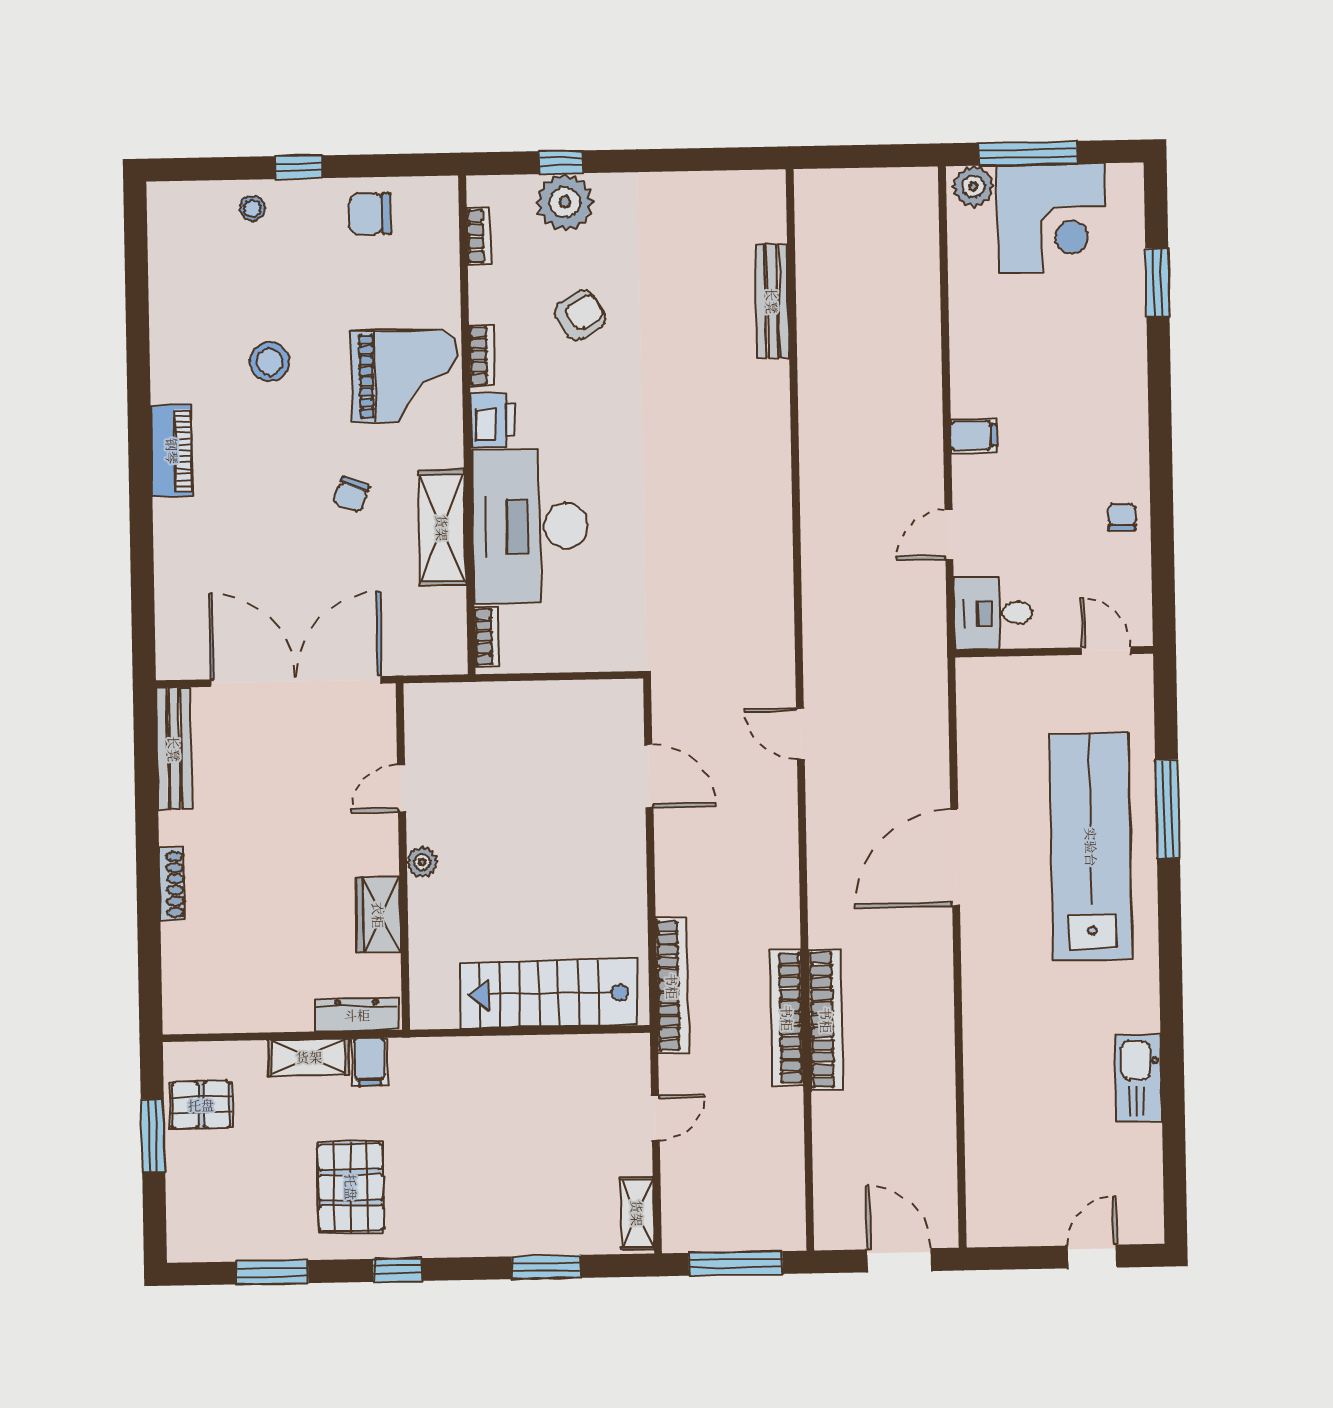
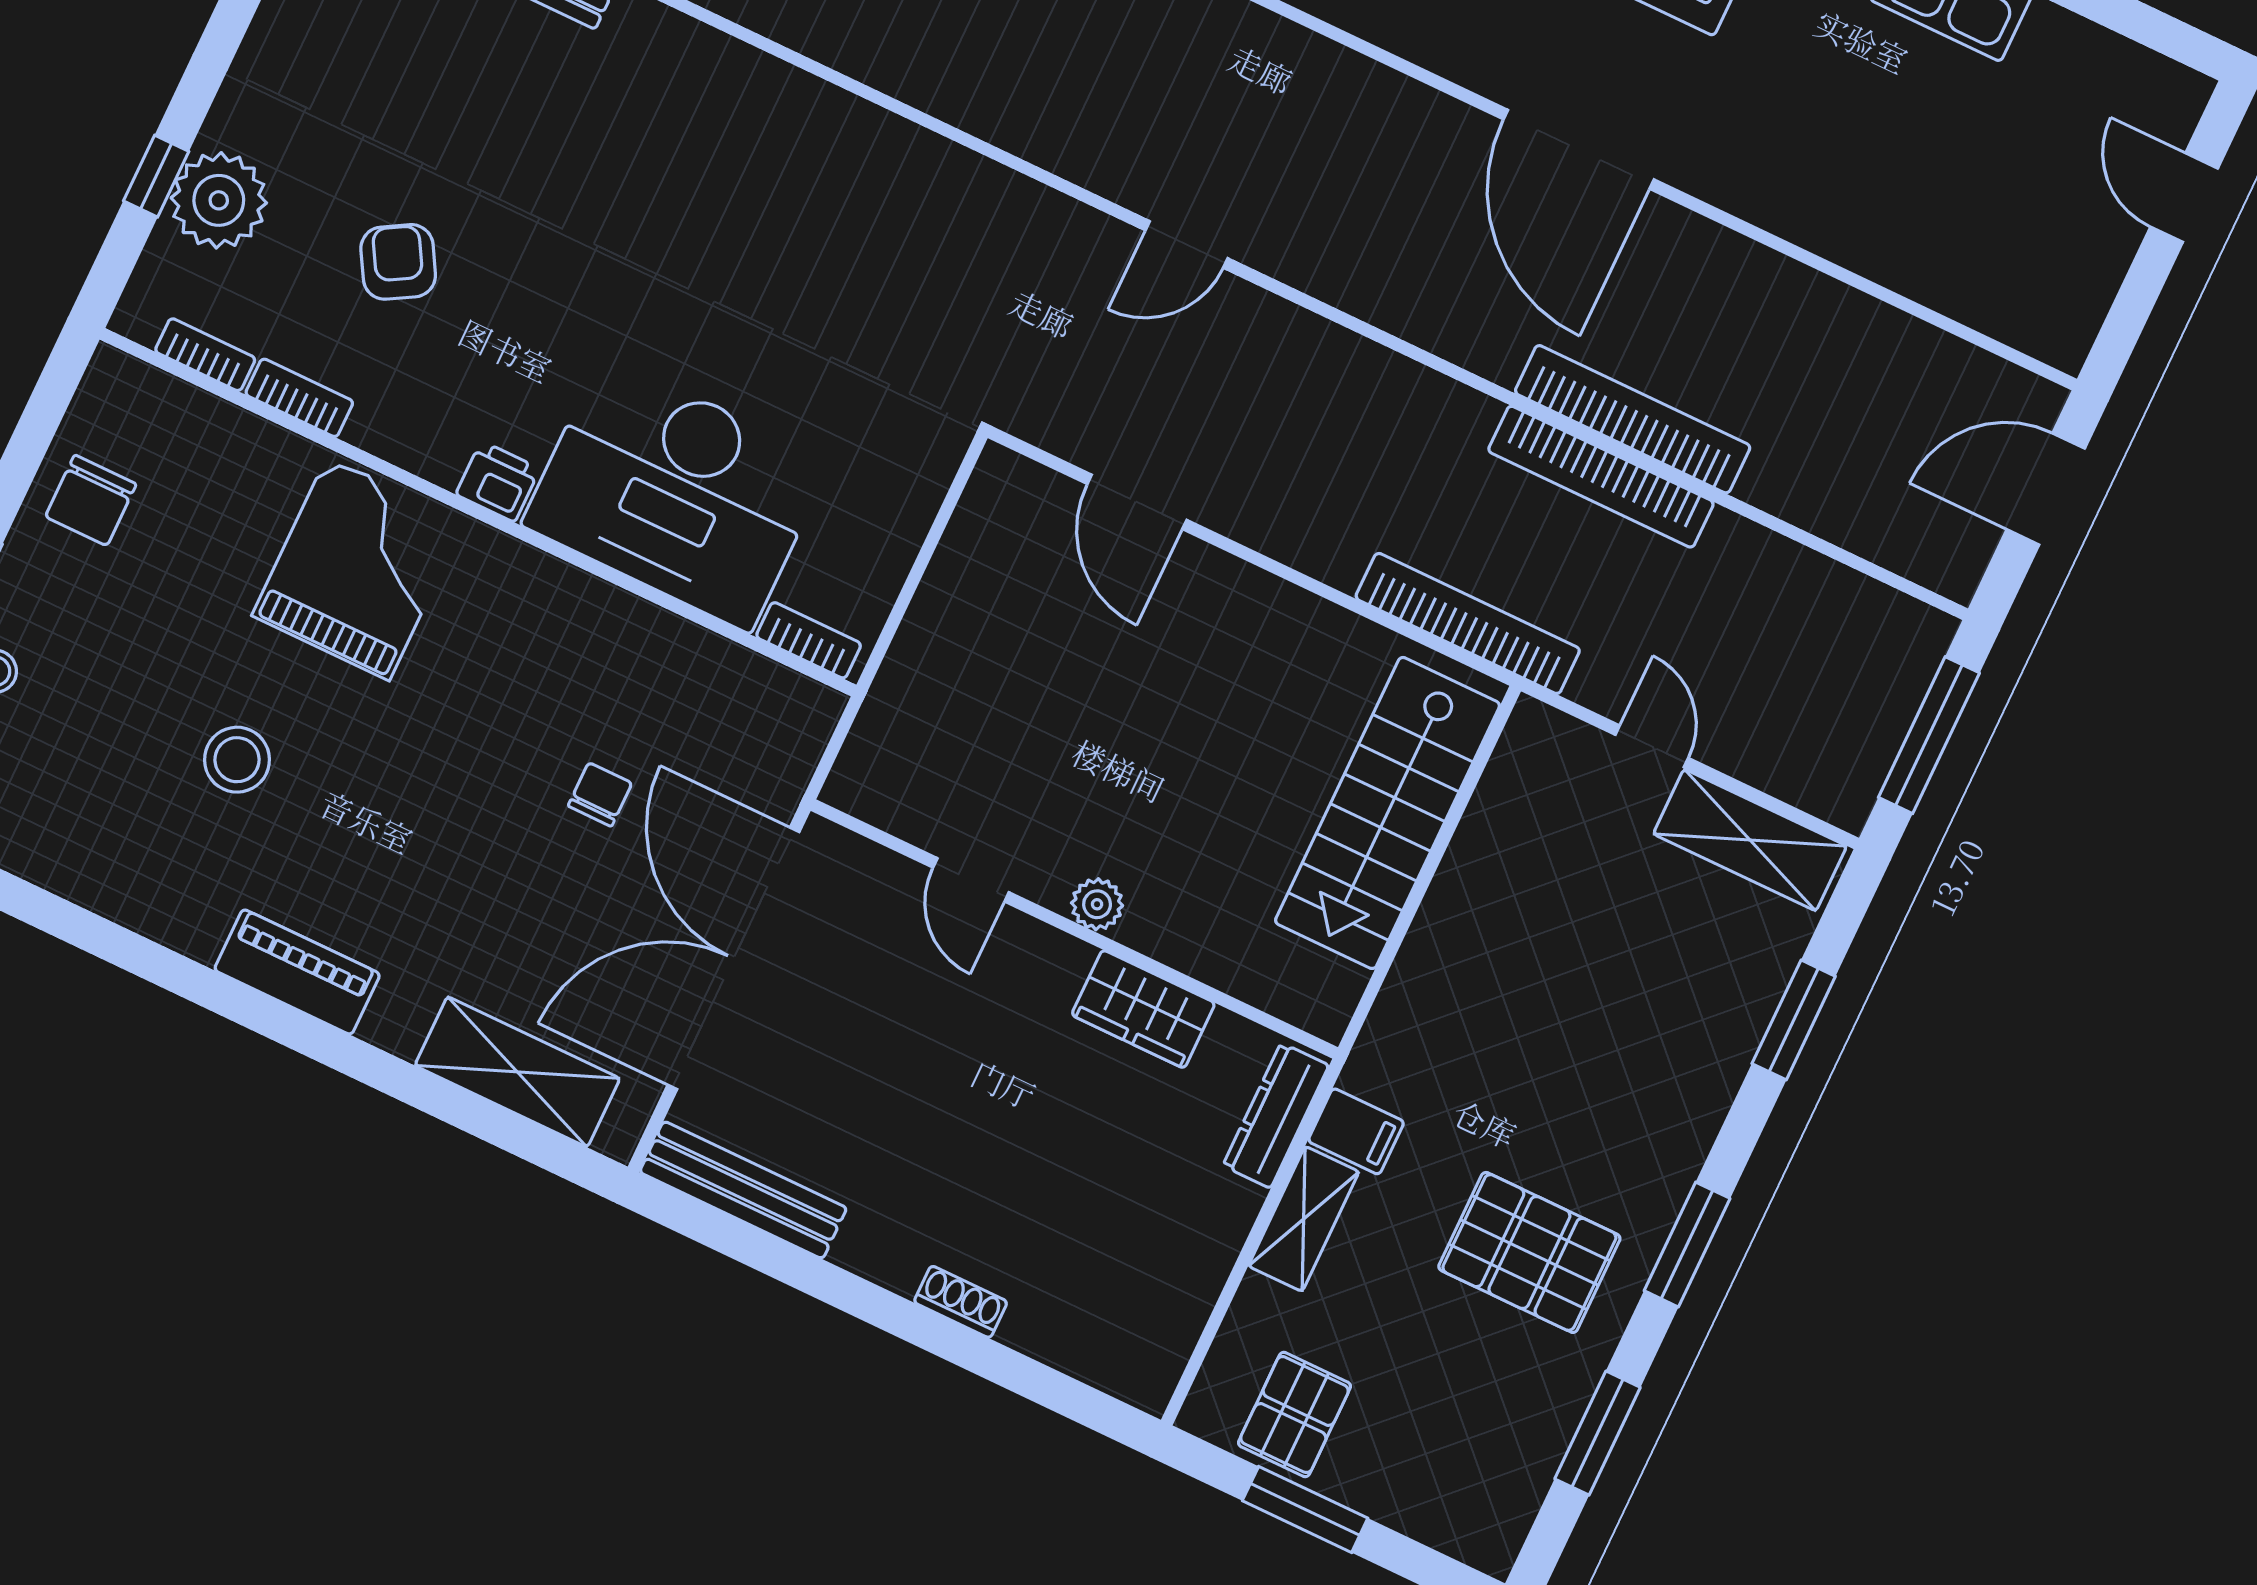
bookcase: (482, 355) -> (299, 398), moved
printer: (493, 420) -> (498, 482), width x0.73, depth x0.81
chair: (351, 495) -> (600, 794), moved, turned -112
shelving: (442, 528) -> (517, 1072), moved
door: (649, 776) -> (1137, 502), swing flipped
door: (955, 857) -> (1579, 149), moved
shoe rack: (172, 884) -> (961, 1302), width x0.70
shelving: (637, 1213) -> (1750, 840), width x1.50, depth x1.33
window: (397, 1270) -> (1687, 1245), width x1.50

